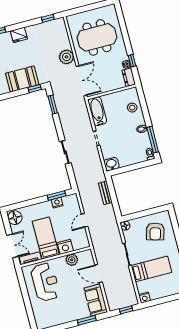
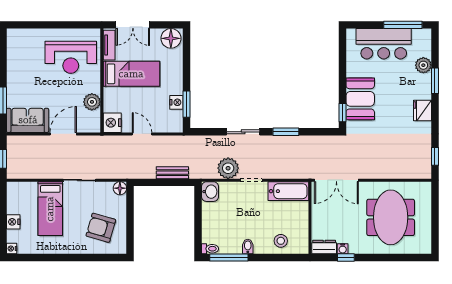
plant: (67, 57) -> (228, 168), moved
window: (53, 105) -> (286, 132), moved
nightstand: (65, 247) -> (112, 123), moved
nightstand: (145, 298) -> (13, 222), moved

